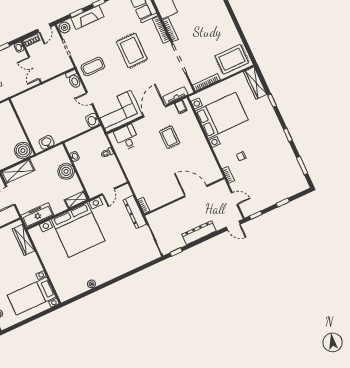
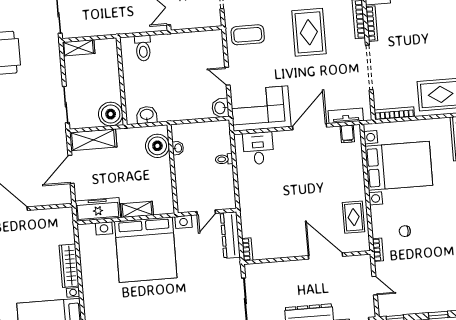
toilet: (74, 79) -> (143, 48), moved
rug: (169, 137) -> (354, 217), moved
boiler: (66, 171) -> (157, 146), moved
shelving: (76, 200) -> (137, 209), moved
dresser: (135, 212) -> (230, 235), moved
wardrobe: (23, 240) -> (69, 266), moved

